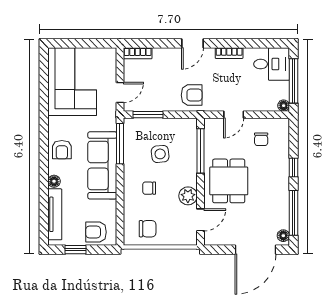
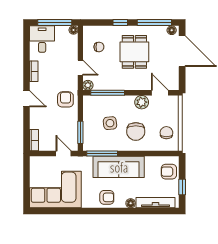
plant: (210, 125) -> (88, 85), added
dining table: (229, 181) -> (134, 52), moved, turned 90
chair: (149, 188) -> (136, 131), width x1.87, depth x1.87
armchair: (96, 232) -> (169, 172), turned 90

